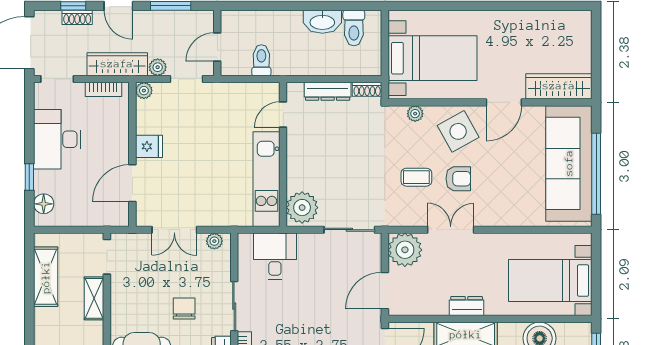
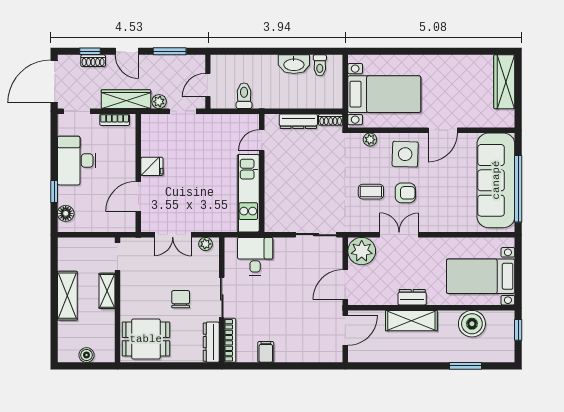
toilet: (354, 28) -> (320, 65), width x0.73, depth x0.72
wardrobe: (559, 86) -> (504, 82), moved, turned -90
plant: (144, 91) -> (148, 121), removed
side table: (458, 131) -> (405, 154), turned 31
plant: (302, 208) -> (277, 217), removed
shelving: (46, 277) -> (67, 296), moved

